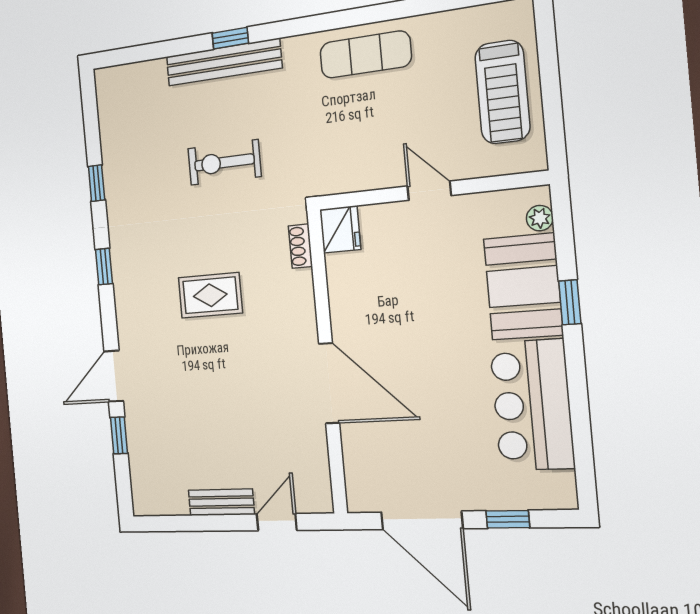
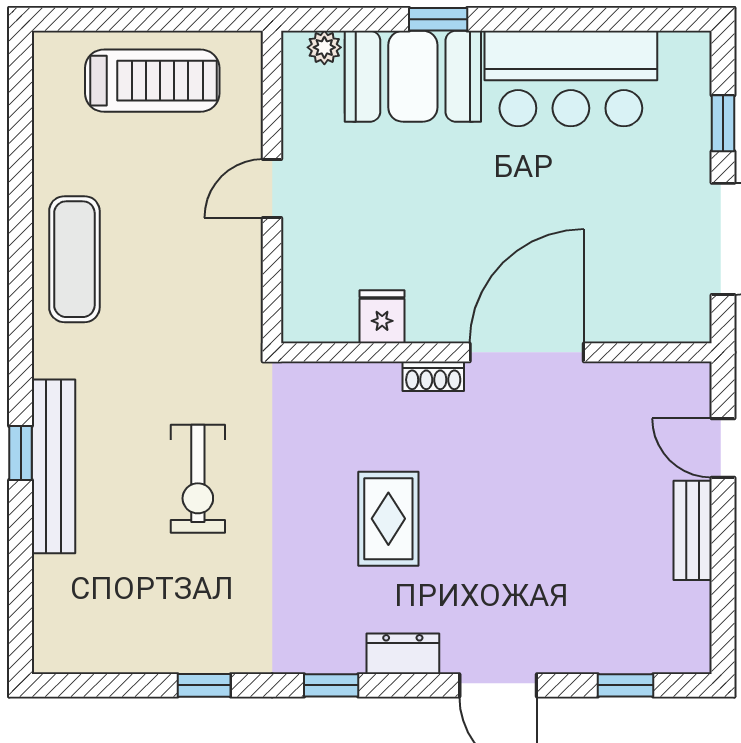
fridge: (340, 229) -> (382, 317), moved, width x0.72
shoe rack: (300, 246) -> (433, 376), moved
dresser: (127, 312) -> (403, 654), added
window: (119, 435) -> (625, 685), moved

